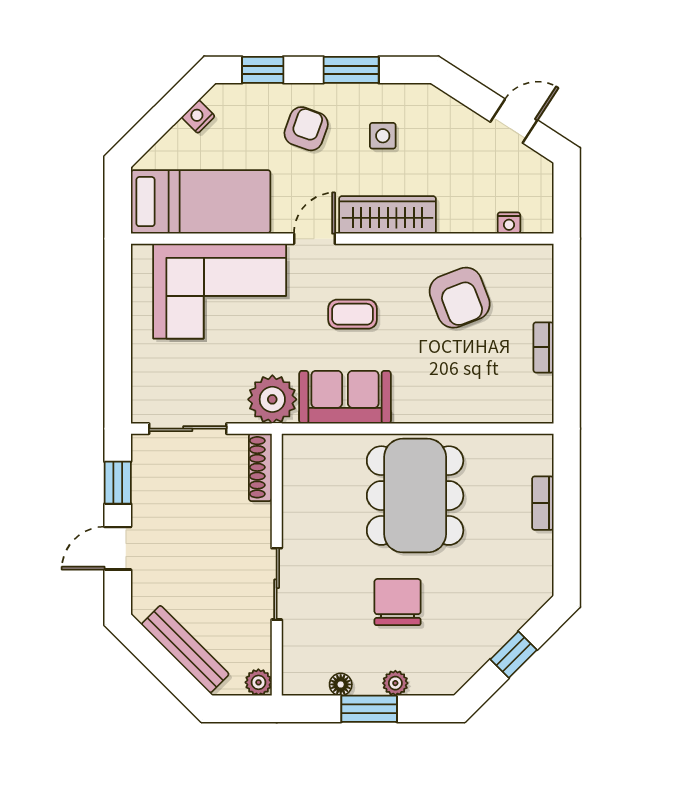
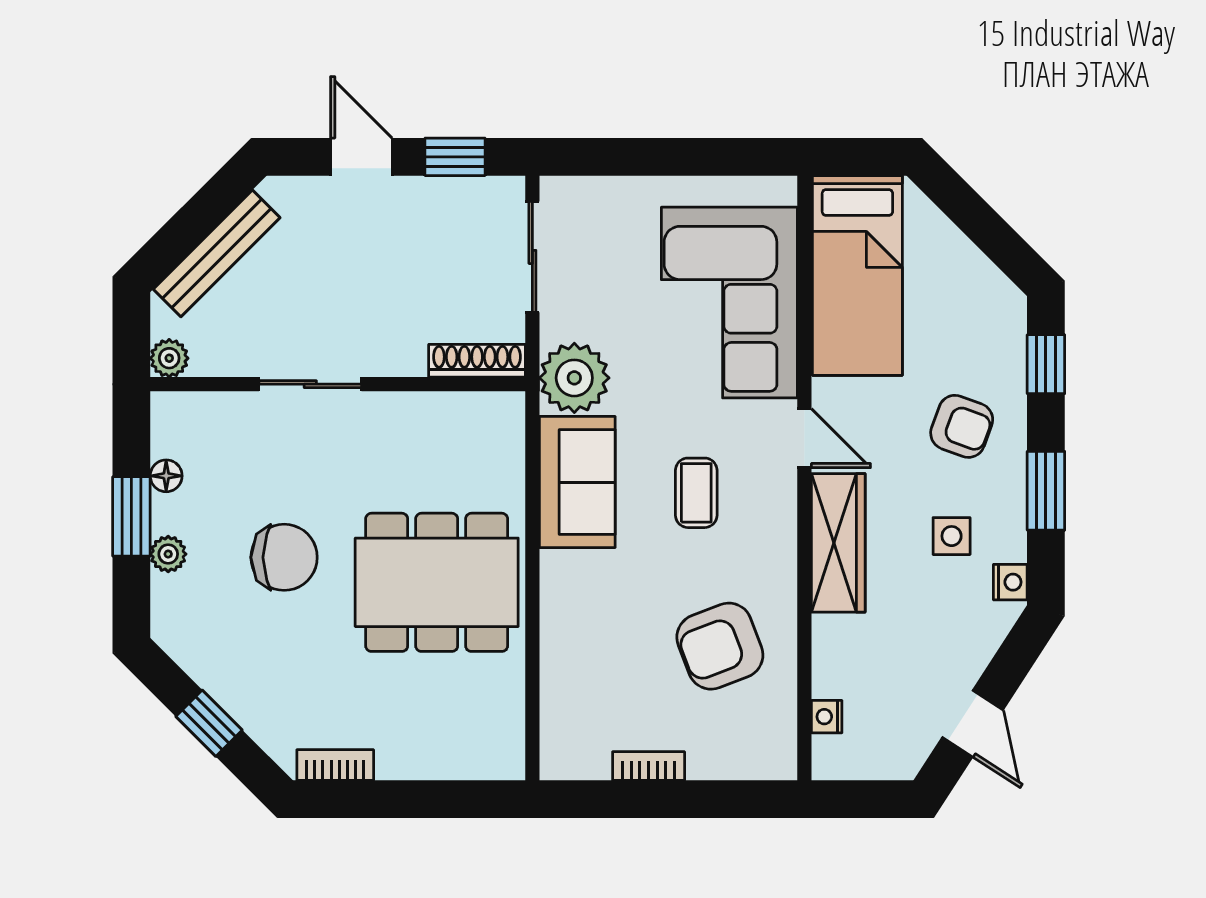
nightstand: (198, 117) -> (1010, 582), moved, turned 45
bookcase: (543, 503) -> (335, 765), moved

